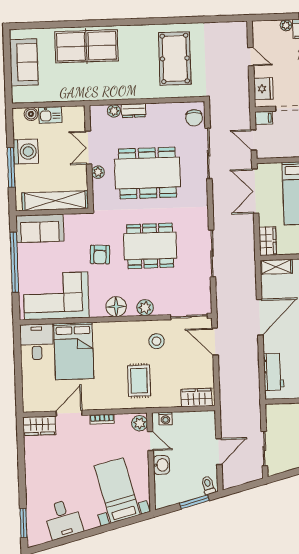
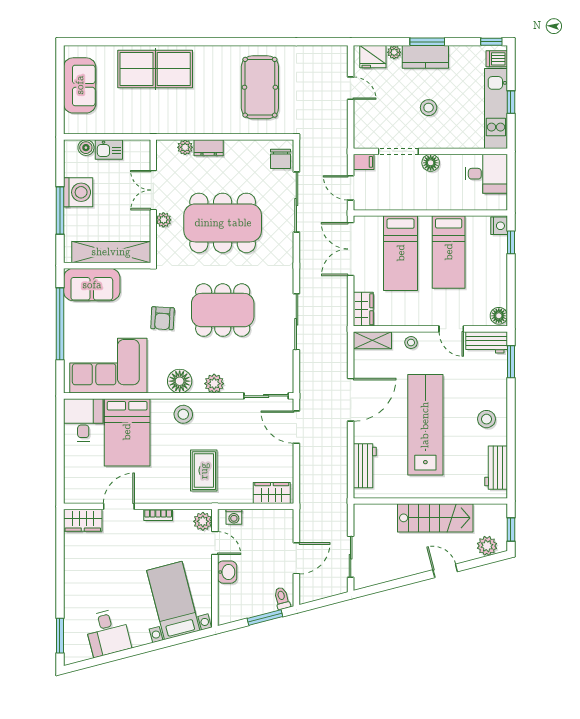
fridge: (263, 89) -> (373, 57), moved, turned 90
stool: (157, 341) -> (183, 414), moved

